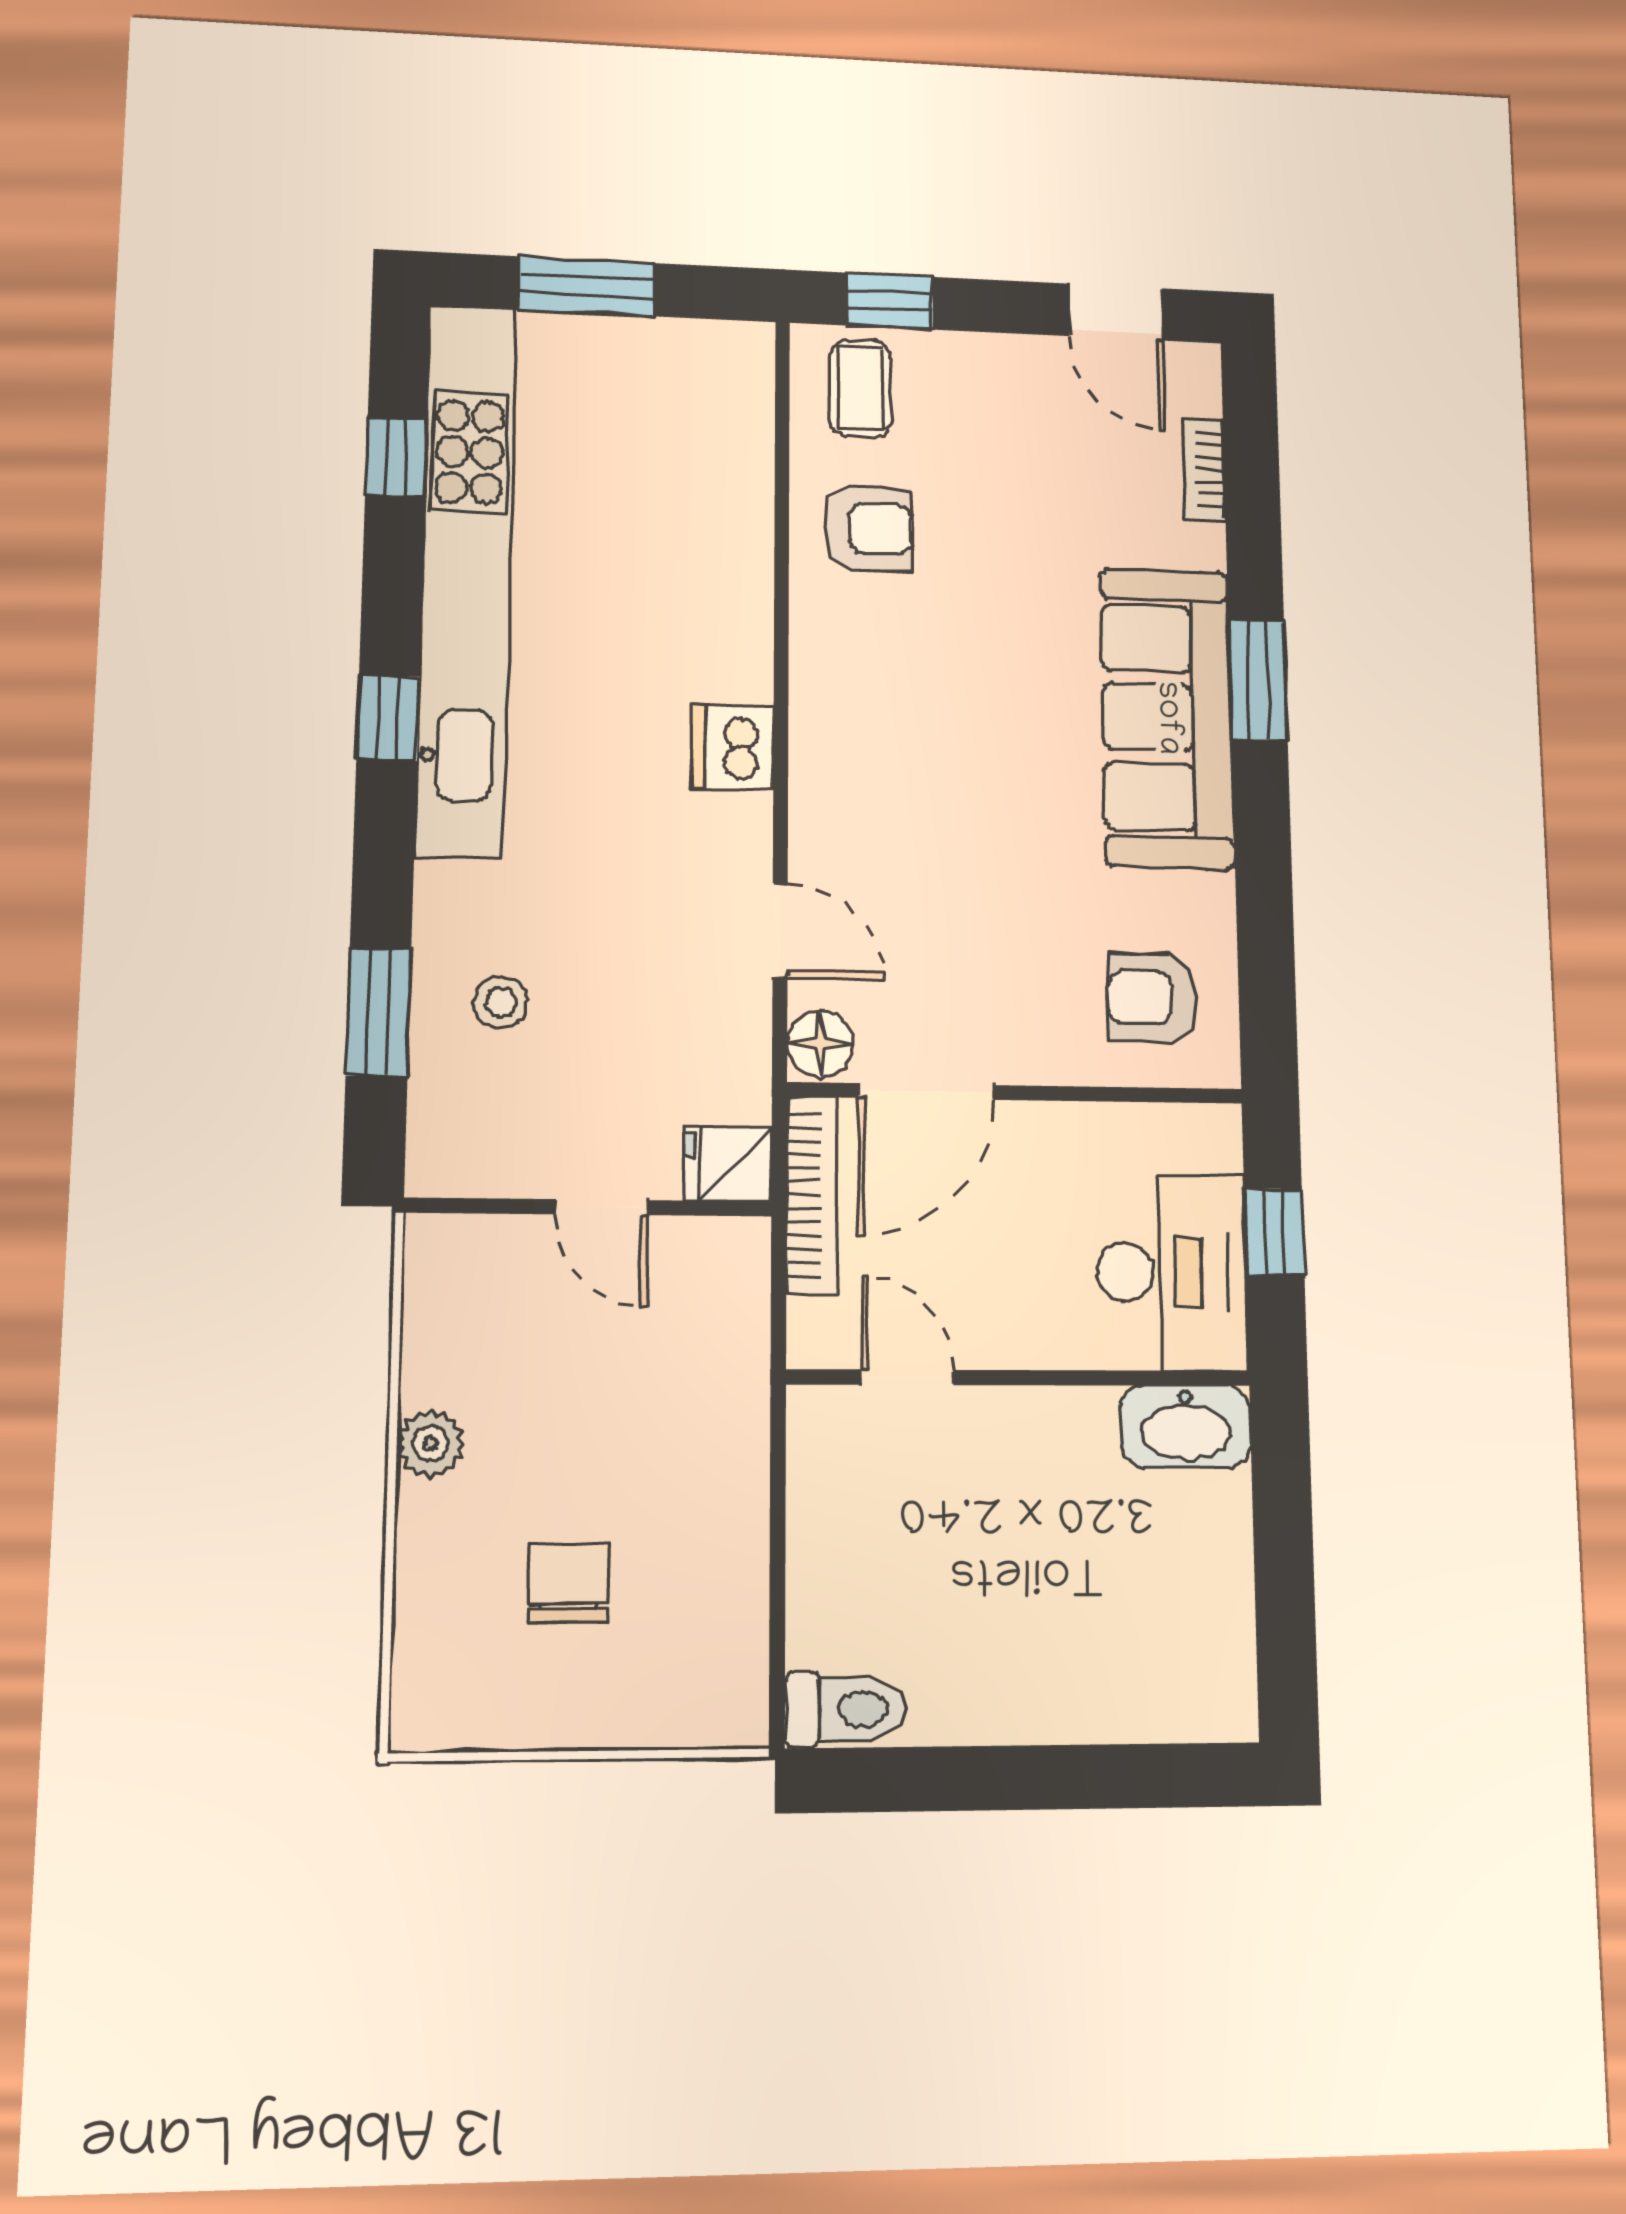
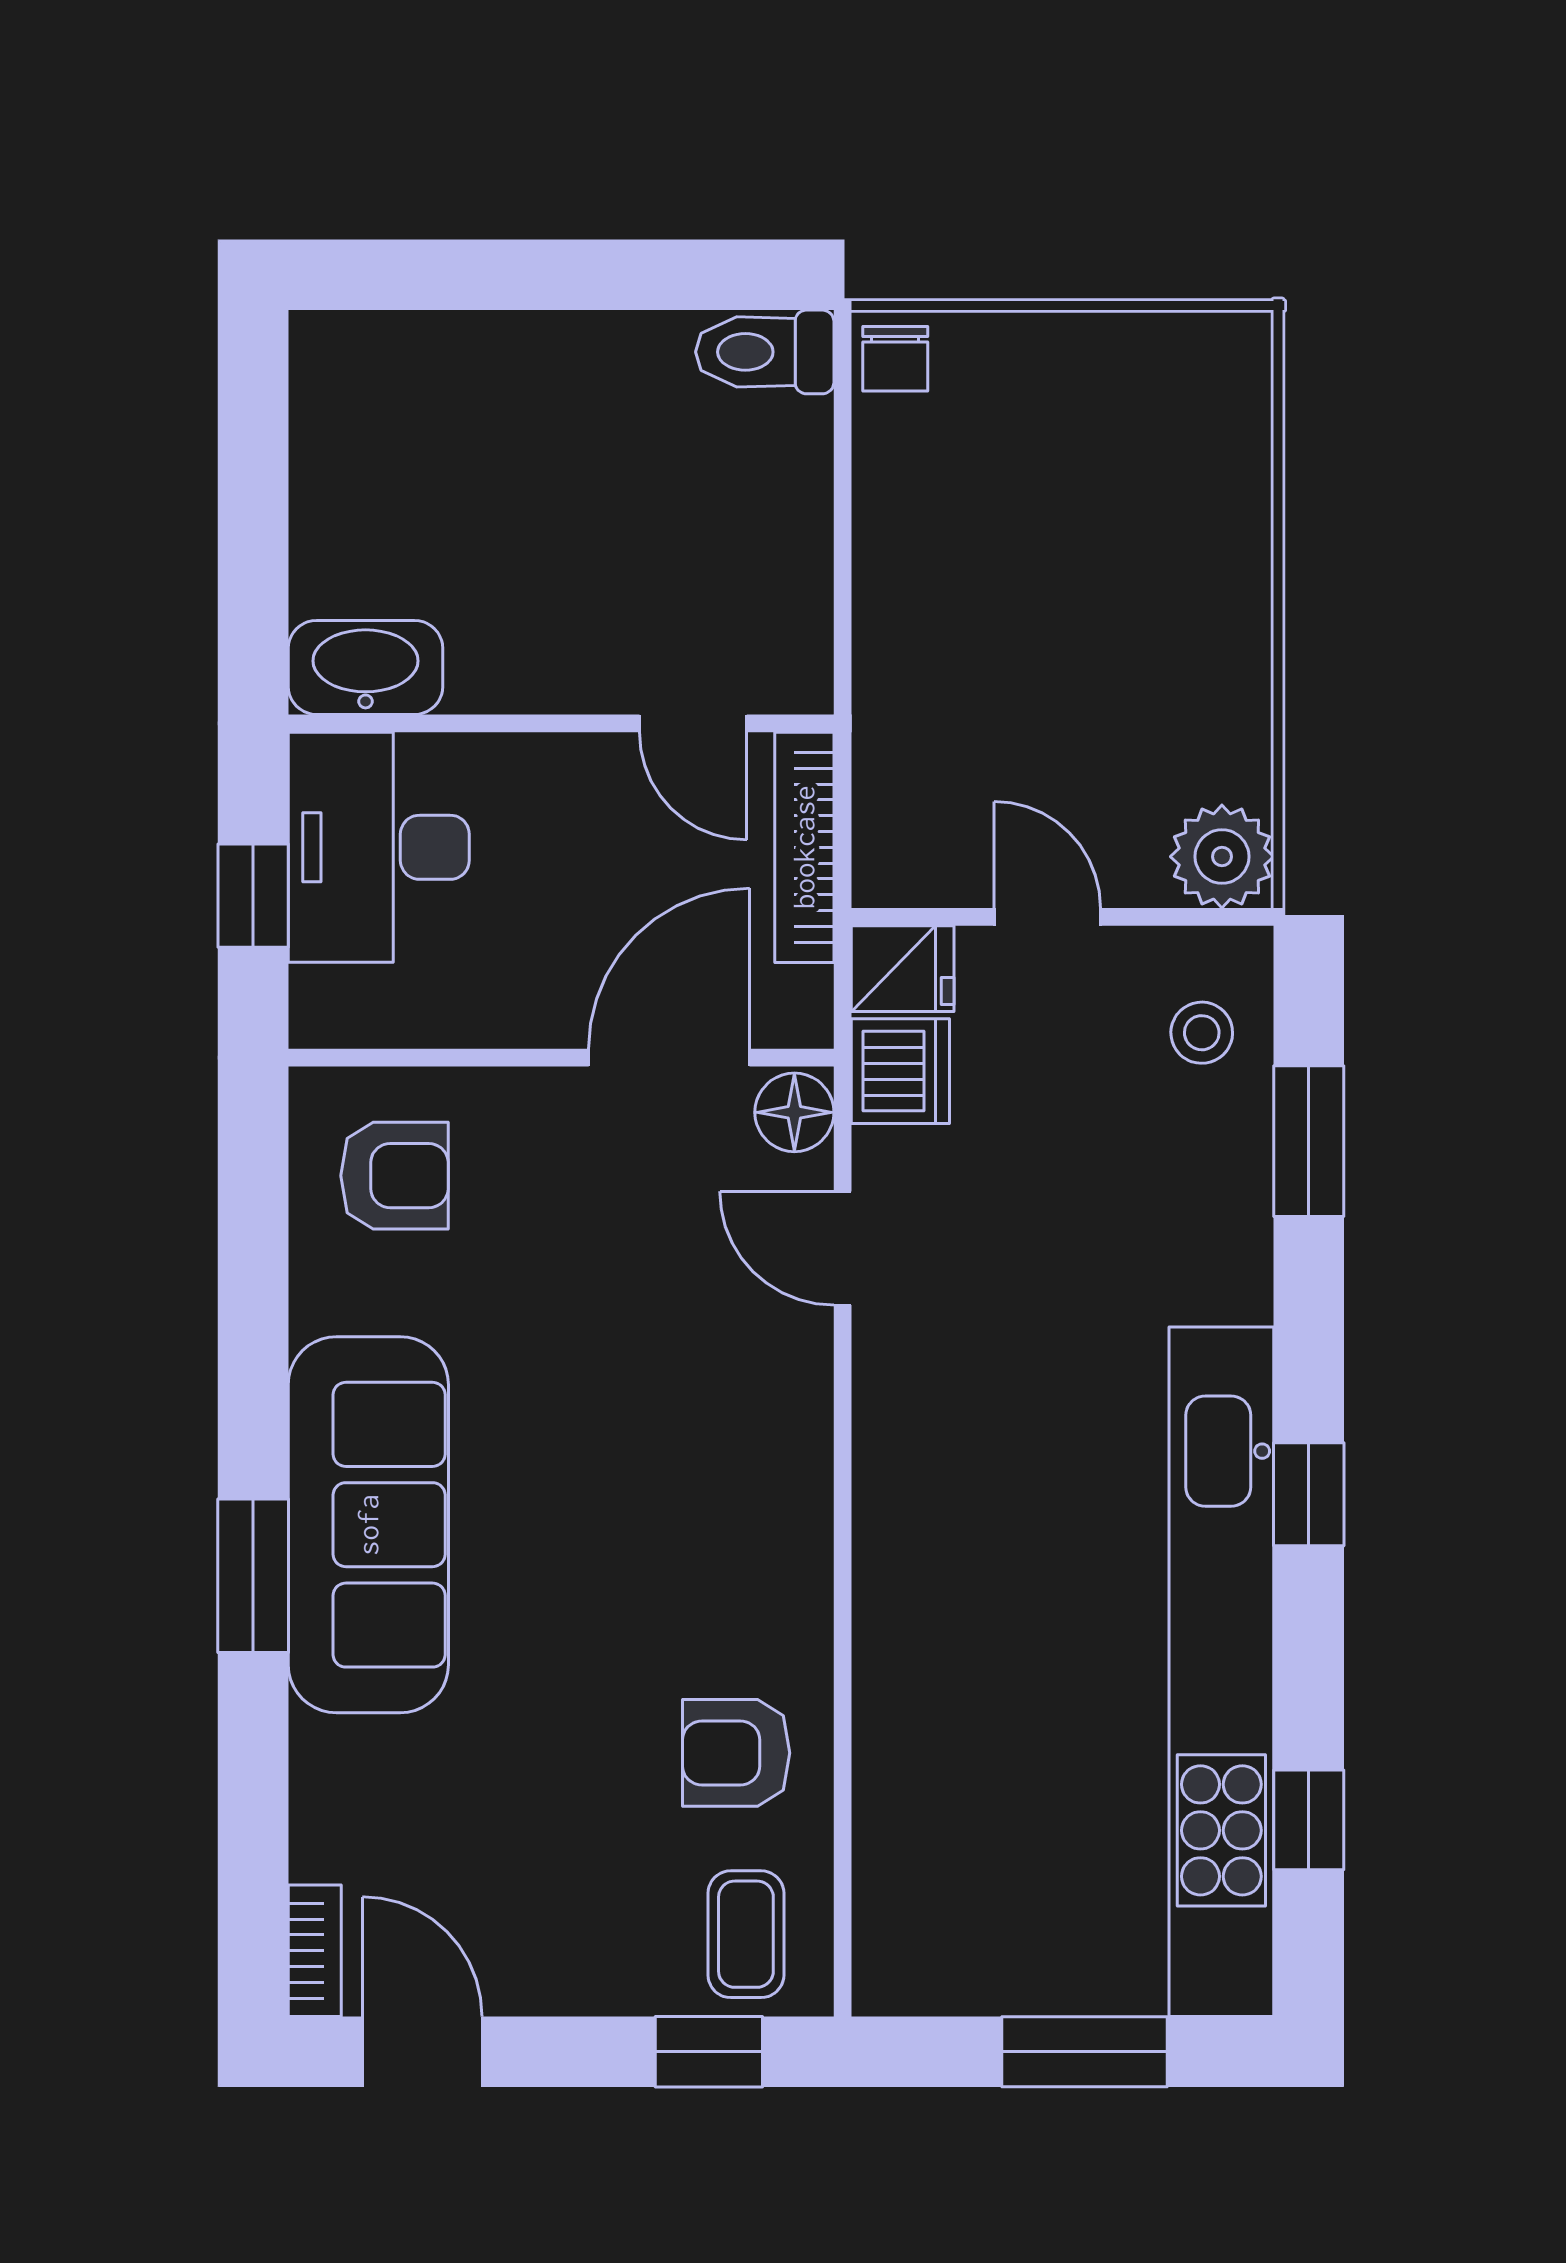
bookcase: (1204, 469) -> (315, 1951), moved
dishwasher: (733, 747) -> (900, 1071), moved
stool: (501, 1002) -> (1202, 1033), moved
bookcase: (812, 1195) -> (804, 847), moved
plant: (430, 1444) -> (1222, 857), moved, width x1.38, depth x1.38
chair: (569, 1583) -> (895, 359), moved, width x0.73, depth x0.73

